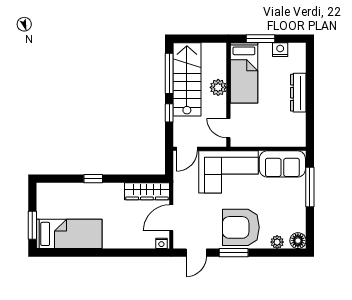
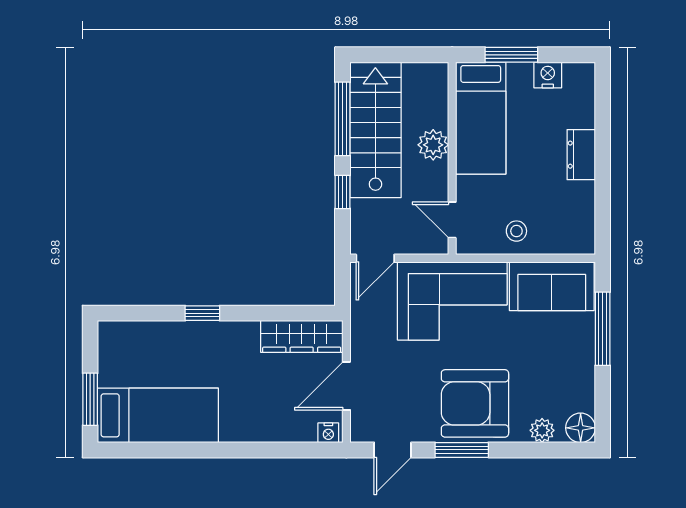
dresser: (298, 93) -> (581, 155), width x0.70
stool: (263, 134) -> (516, 231), added

